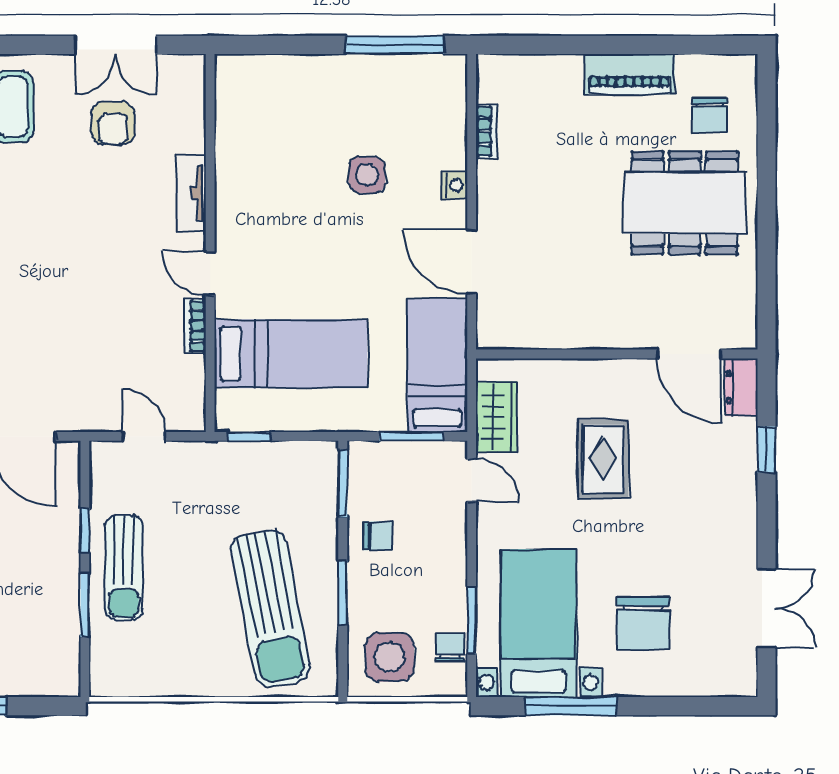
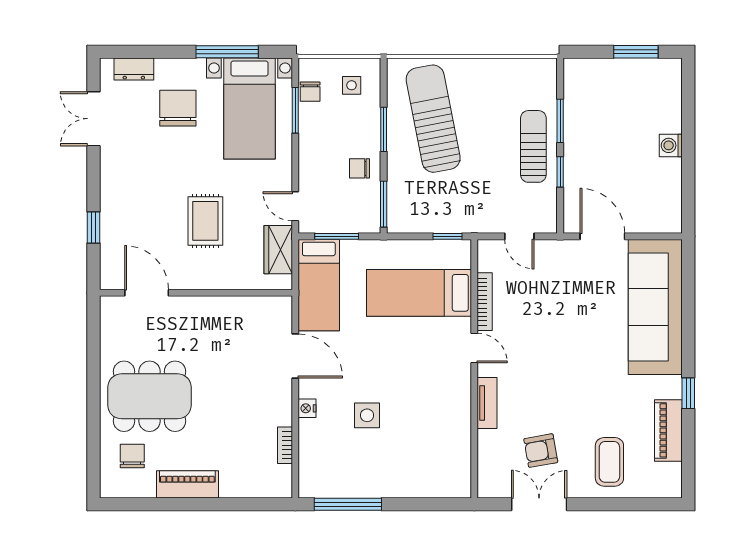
armchair: (113, 123) -> (541, 451), turned -100
bookcase: (195, 326) -> (485, 302), width x1.56
dresser: (741, 387) -> (134, 69), moved, turned 90
side table: (389, 657) -> (352, 85), width x0.54, depth x0.54

